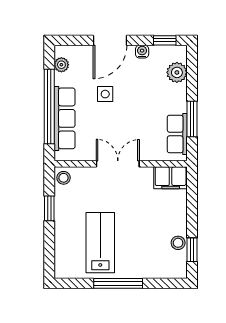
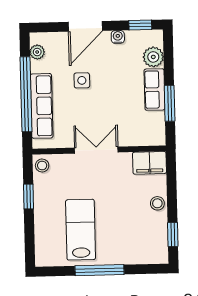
row of seats: (177, 134) -> (154, 89), moved
stool: (178, 243) -> (157, 203), moved

